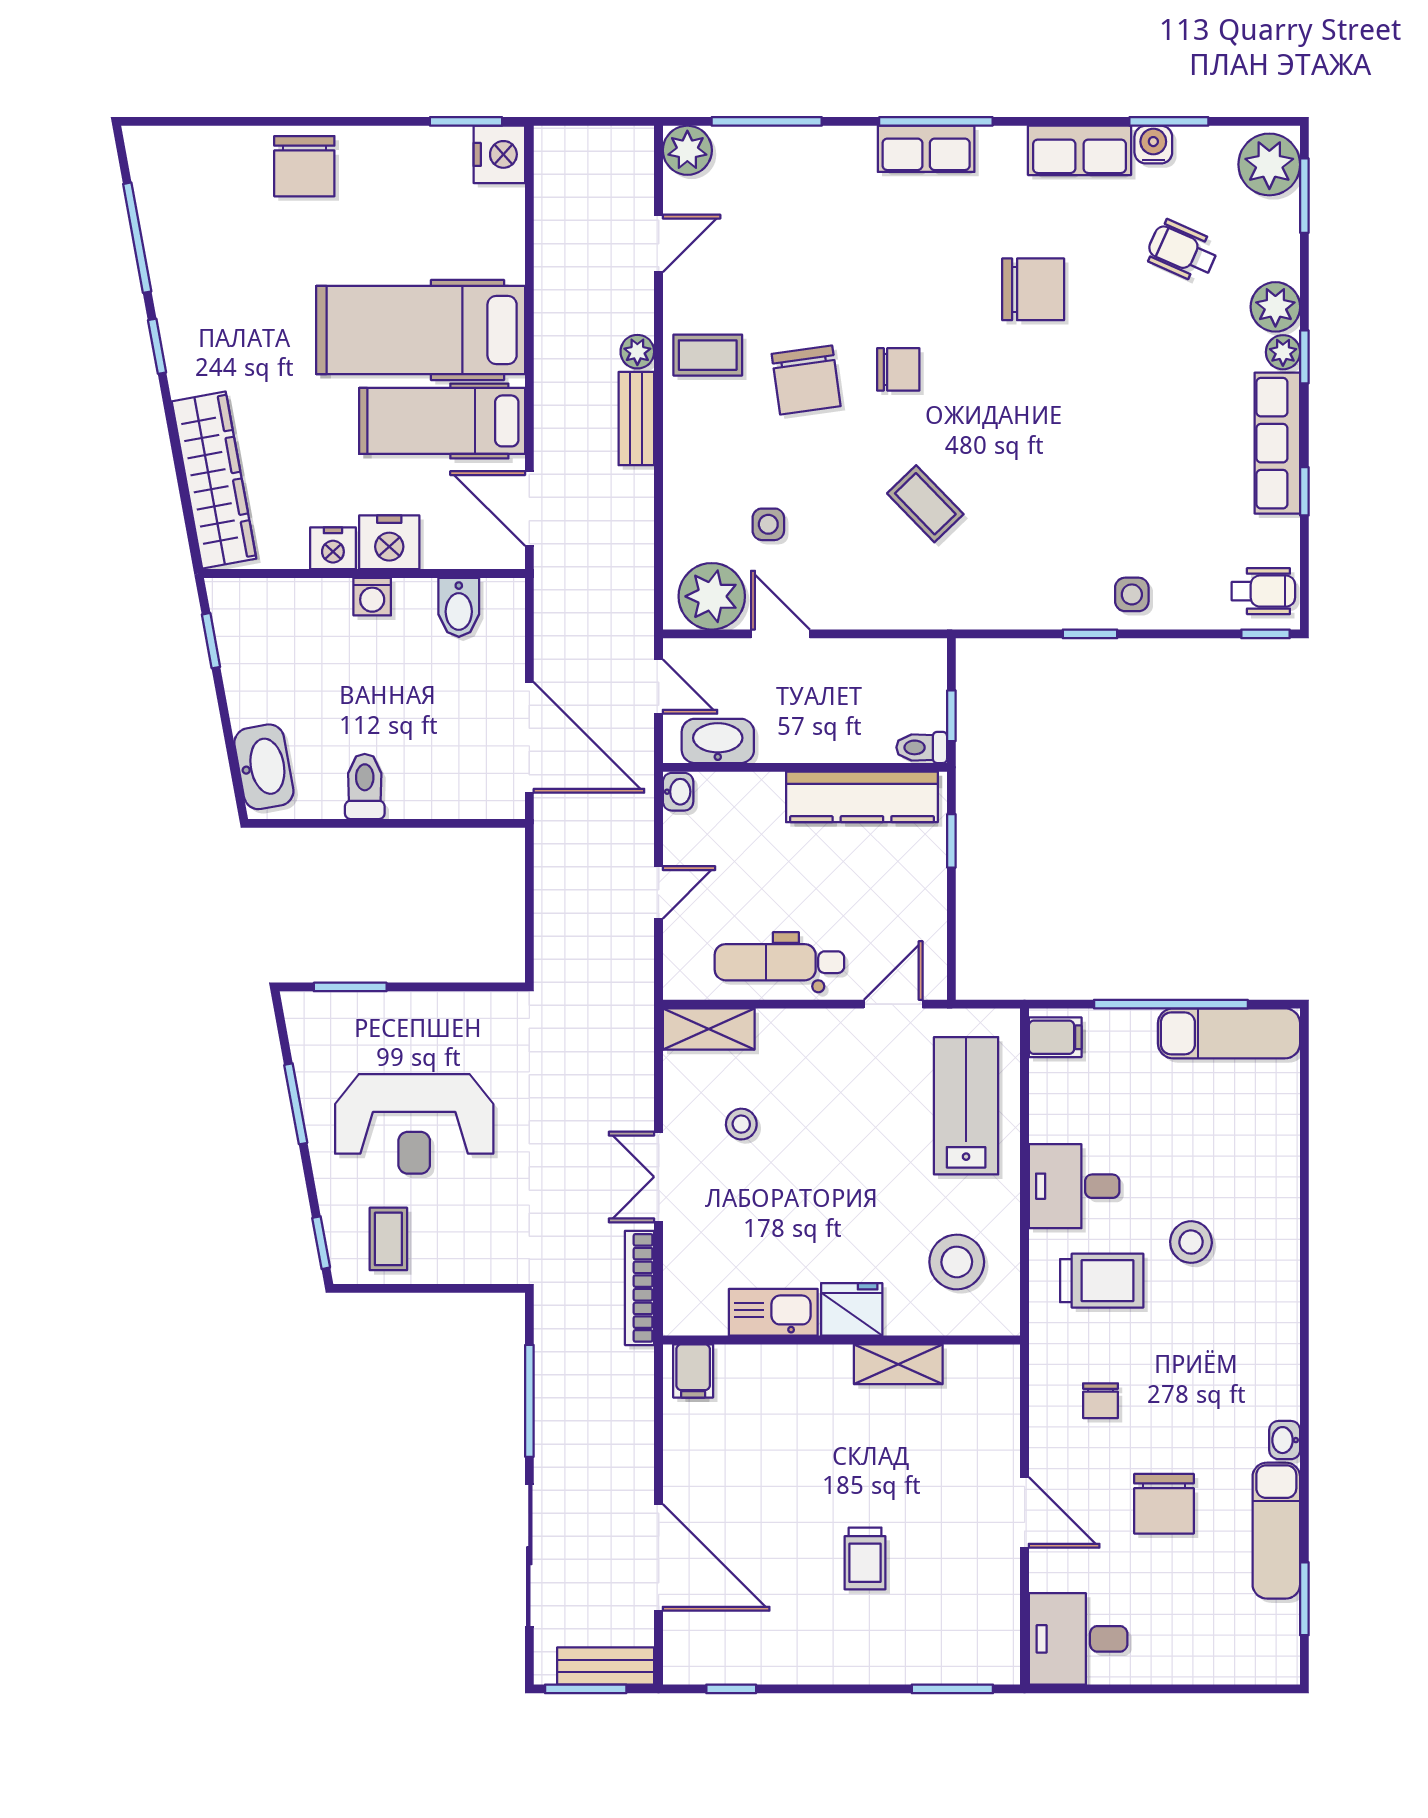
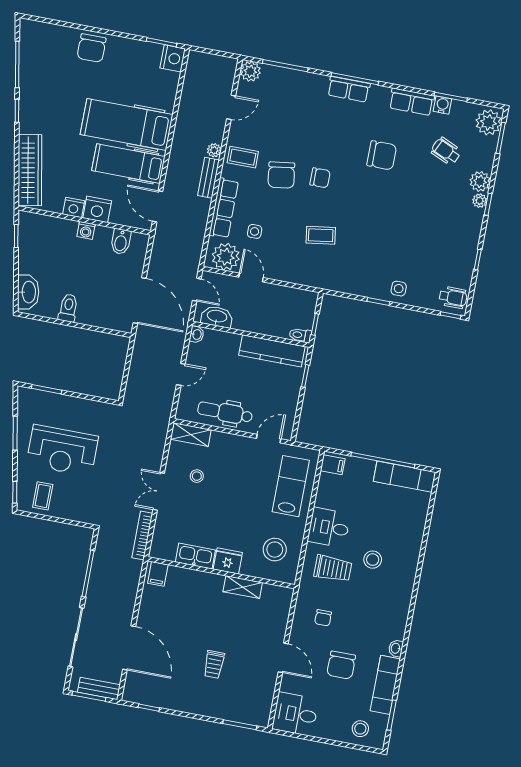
row of seats: (1277, 443) -> (224, 208), moved, turned 180
coffee table: (925, 504) -> (321, 235), turned -54
stool: (1237, 1644) -> (360, 729), added

